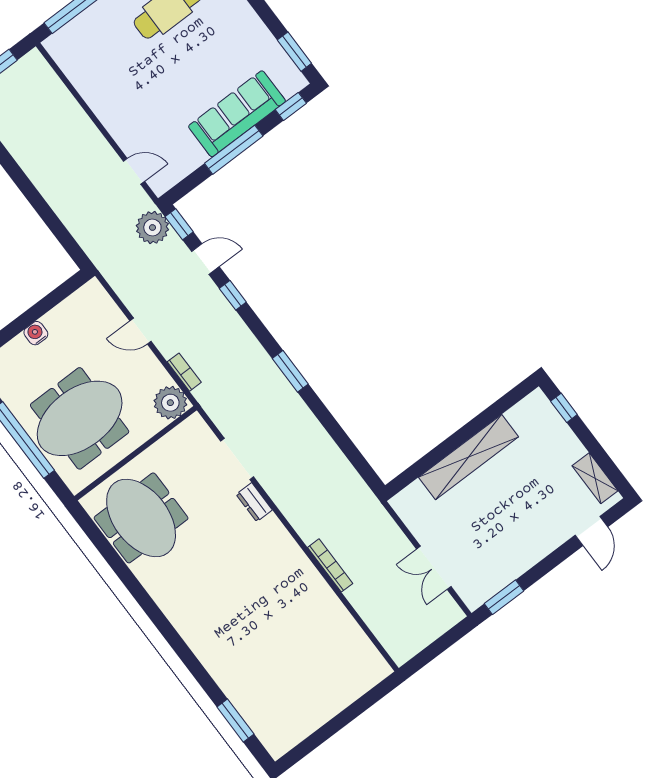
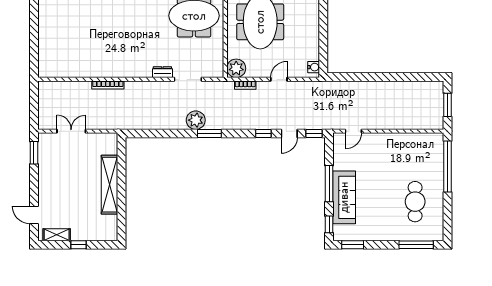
plant: (152, 228) -> (196, 120), moved
water cooler: (36, 333) -> (314, 67), moved
window: (564, 408) -> (79, 245), moved

